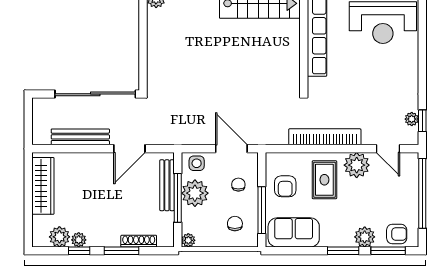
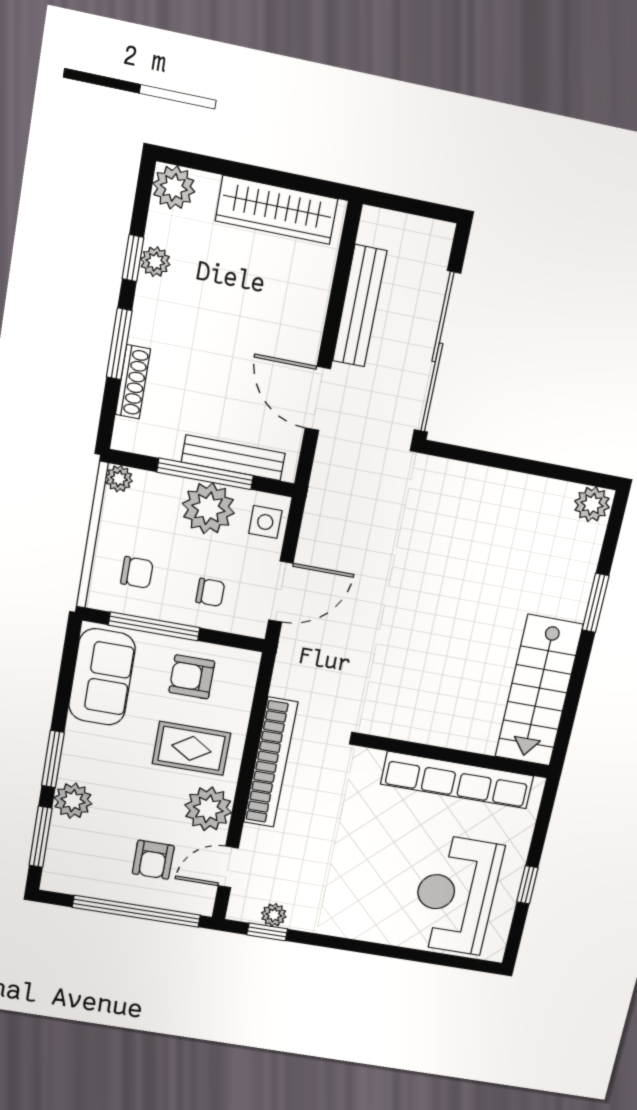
armchair: (397, 234) -> (153, 860), moved
plant: (59, 237) -> (174, 187), moved

